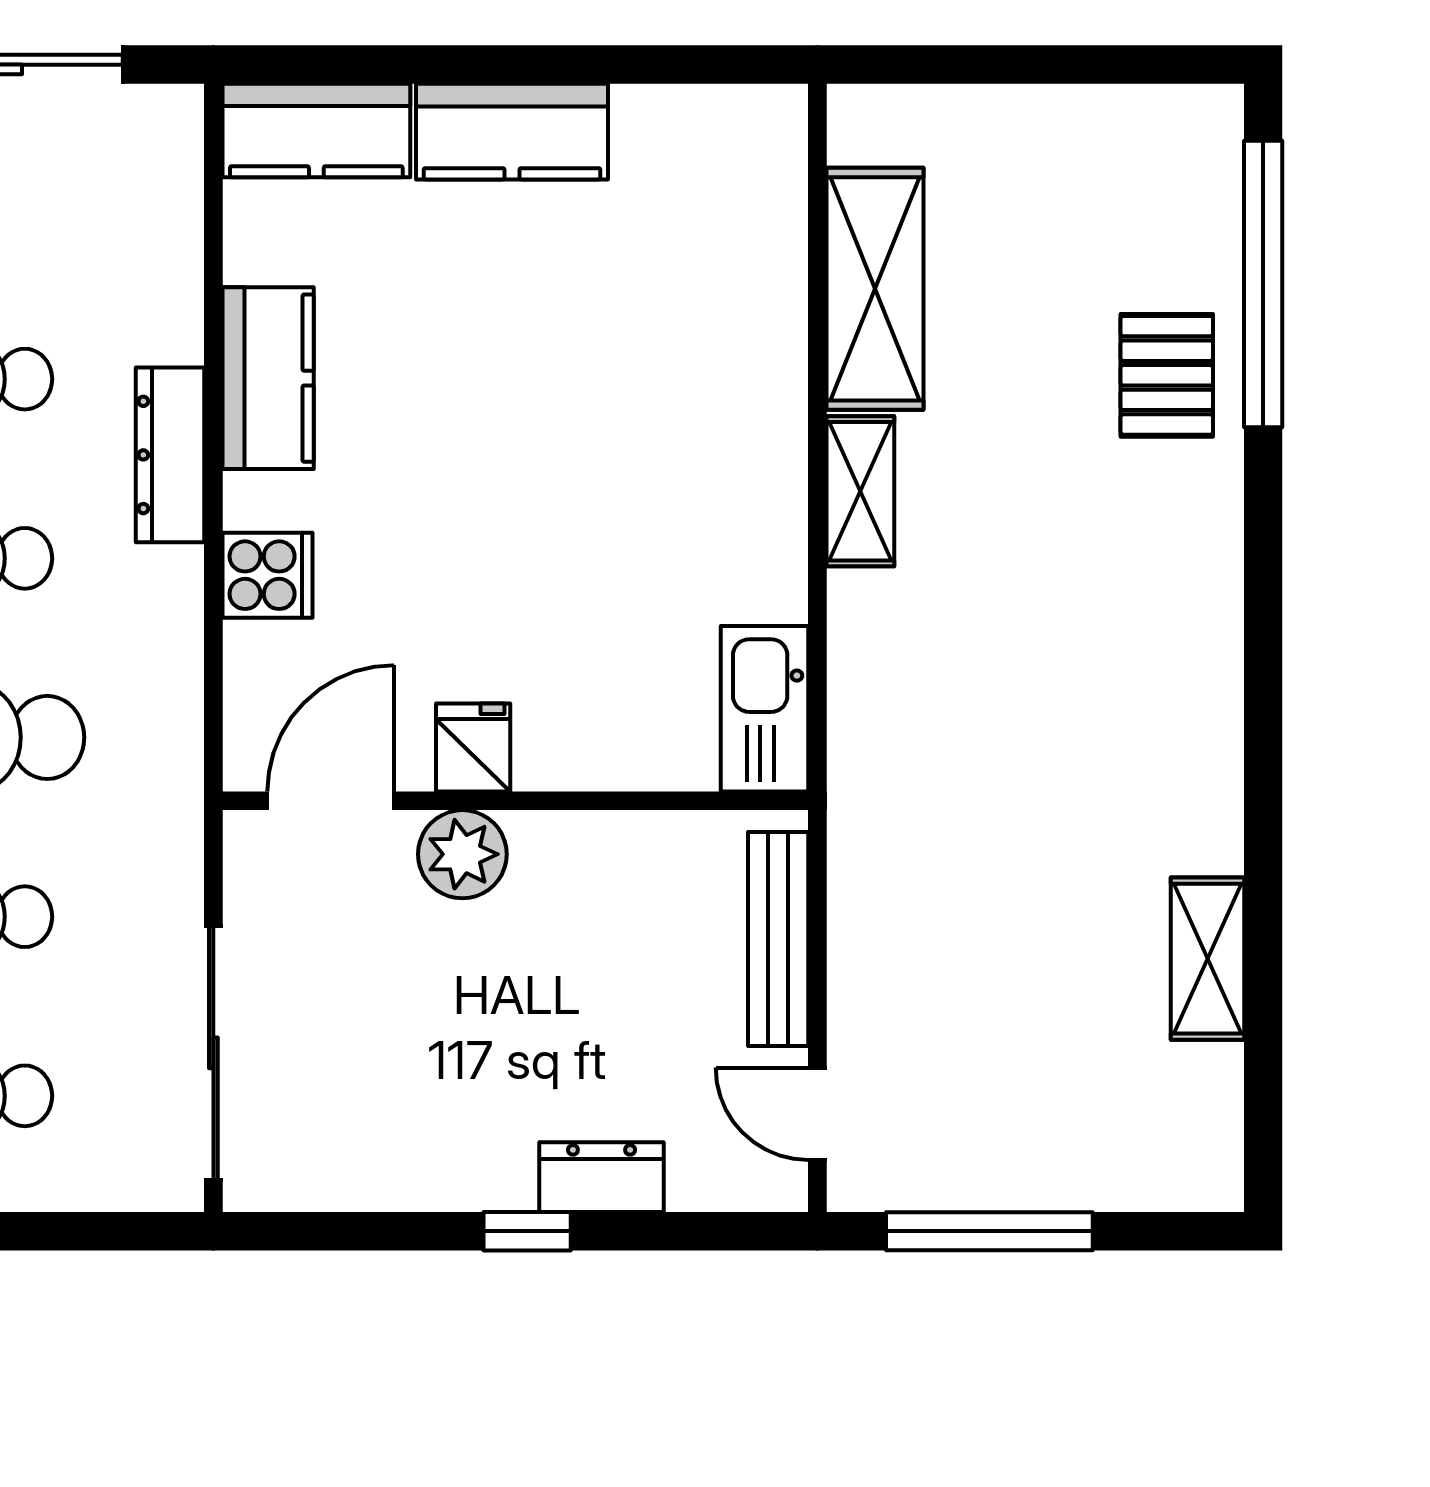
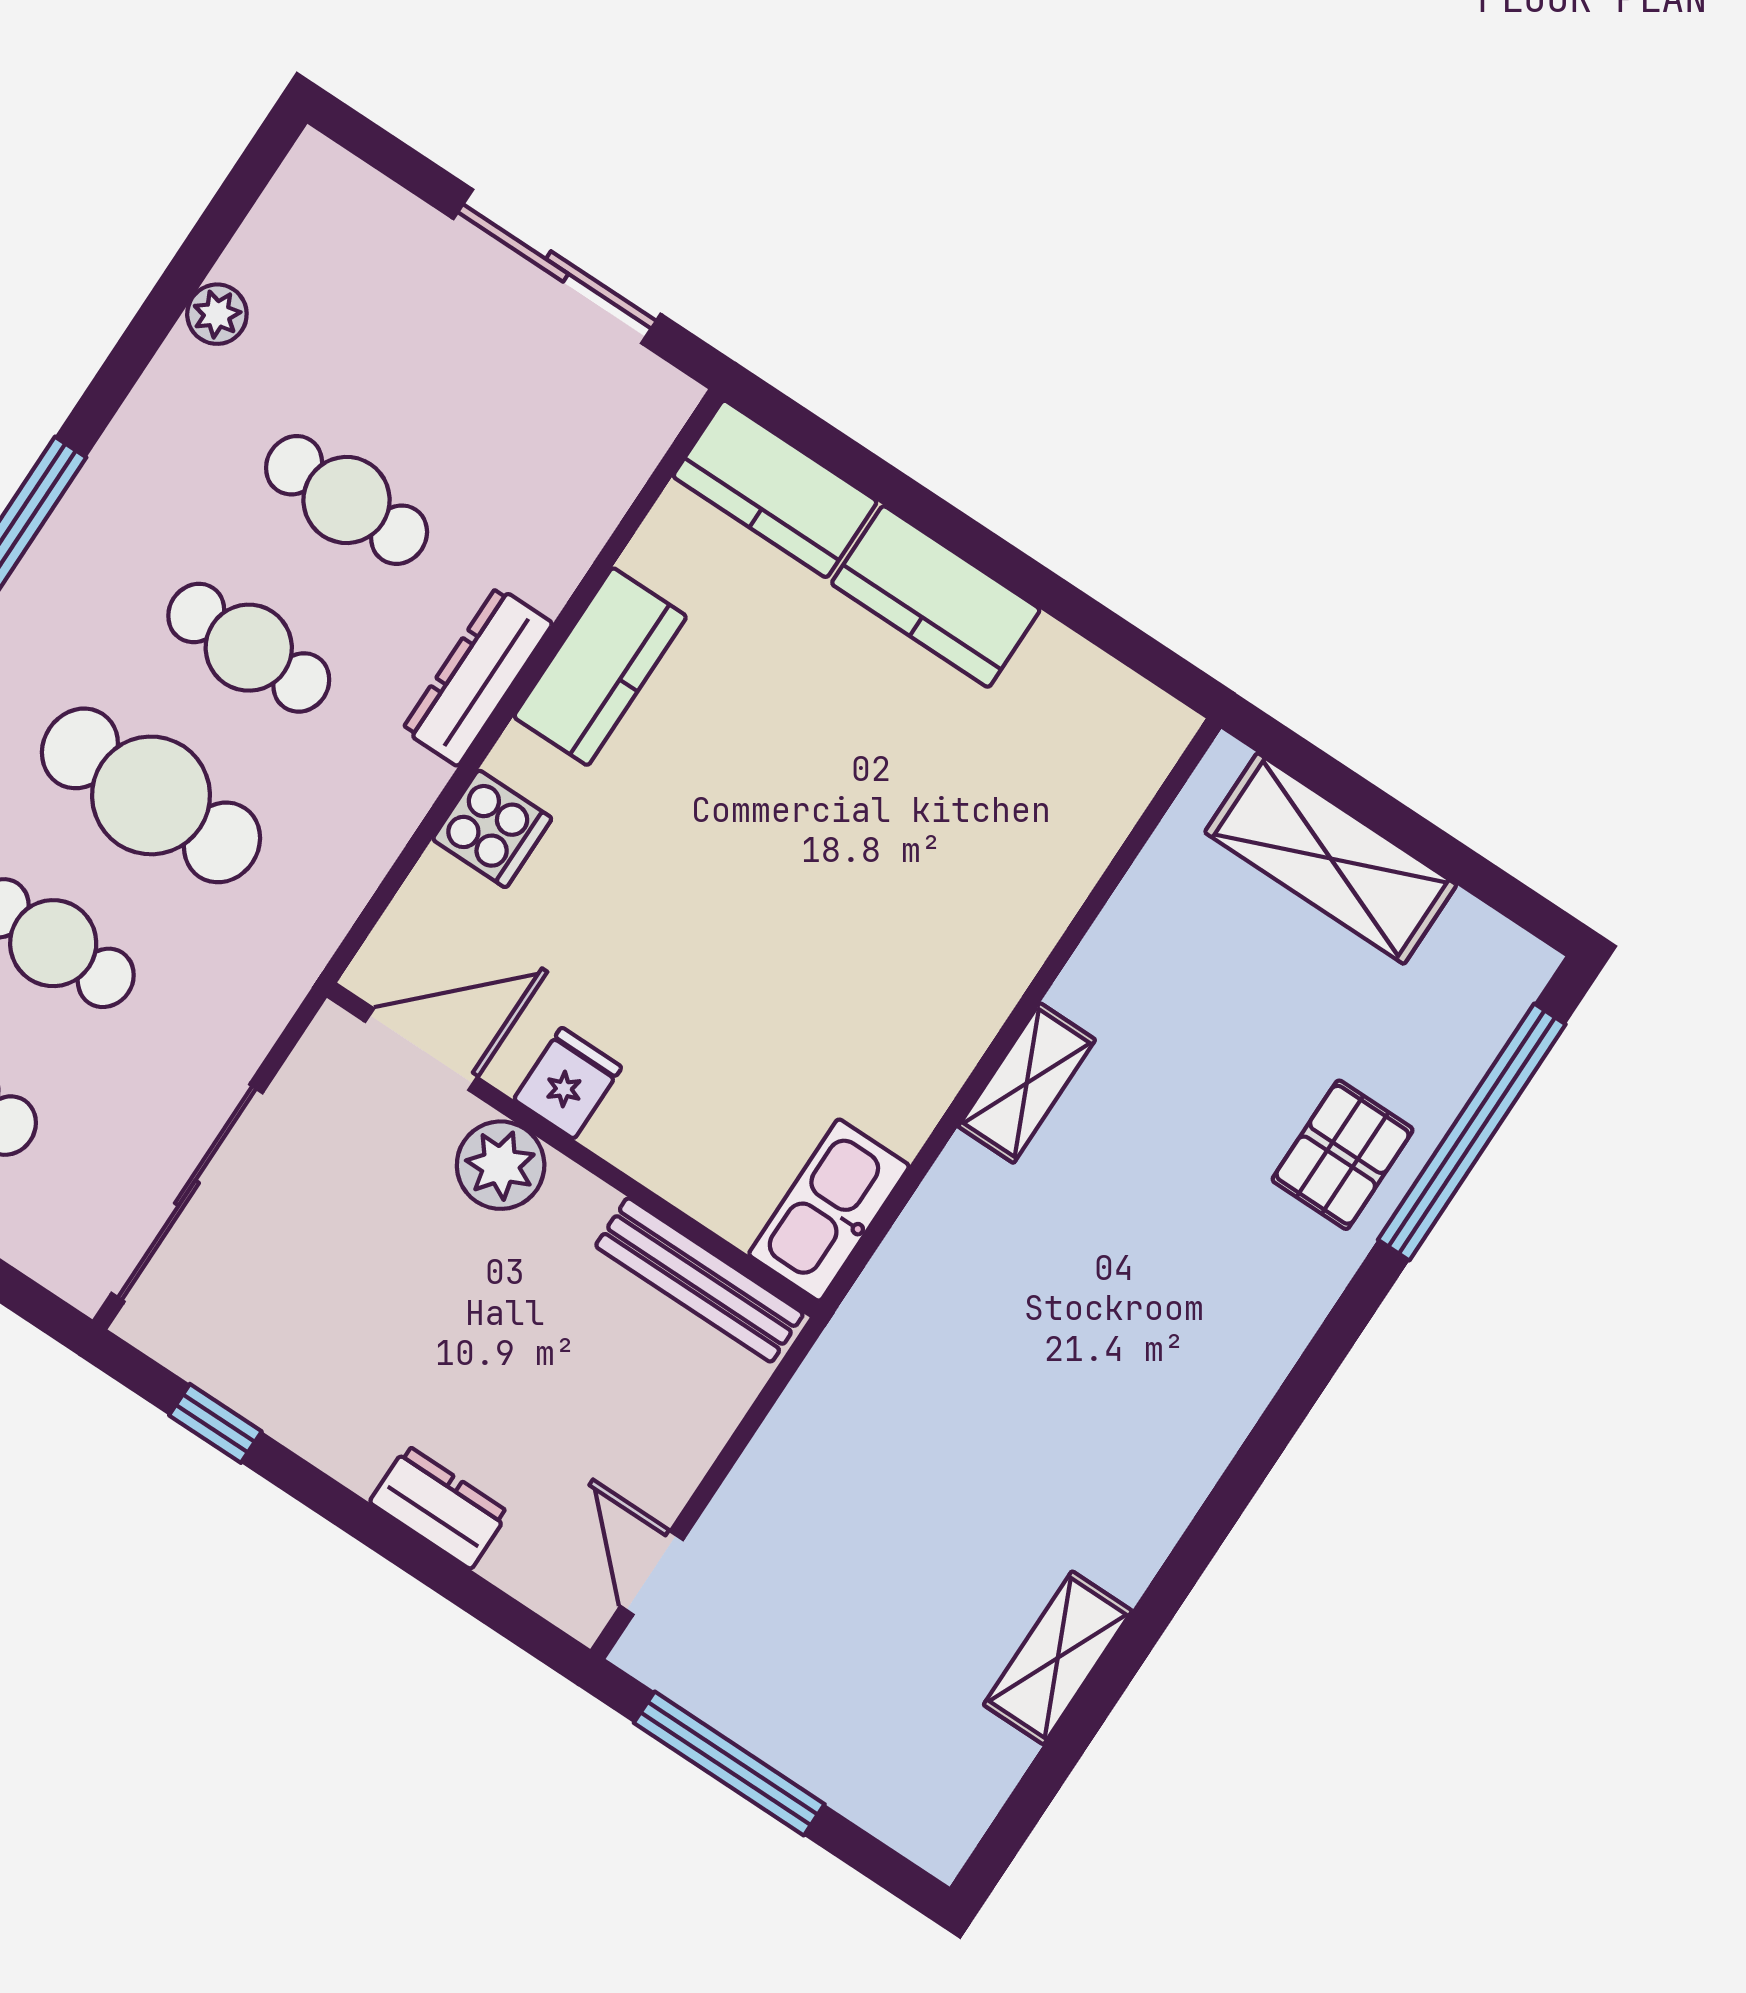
shelving: (875, 289) -> (1331, 859), moved, turned 90
bench: (778, 939) -> (699, 1280), moved, turned 90
window: (527, 1231) -> (215, 1423), moved

